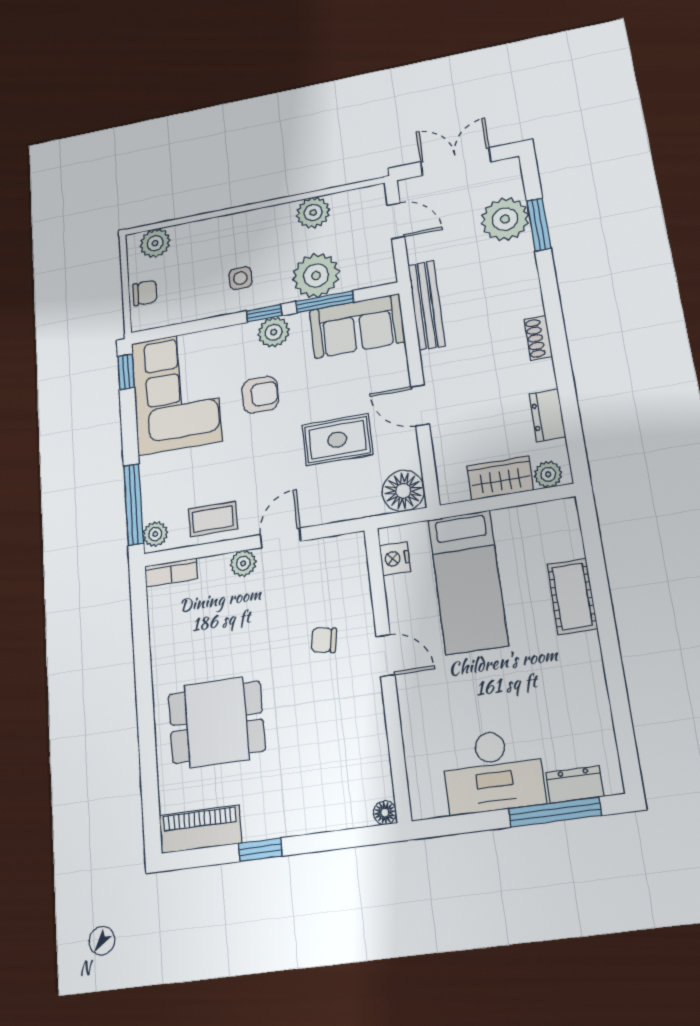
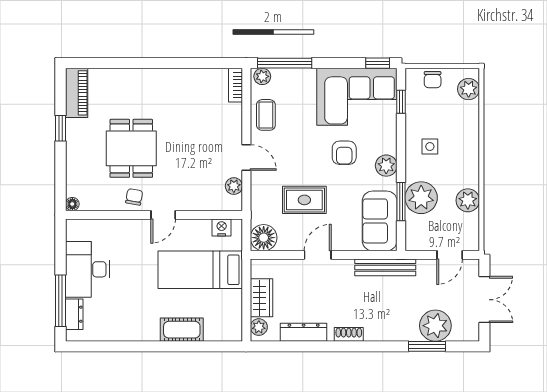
window: (264, 313) -> (401, 102), moved
dresser: (547, 415) -> (304, 332), width x1.44
rug: (337, 440) -> (304, 200), turned 90
plant: (243, 563) -> (234, 186), moved
chair: (324, 640) -> (134, 197), moved
dining table: (217, 722) -> (131, 148), moved

